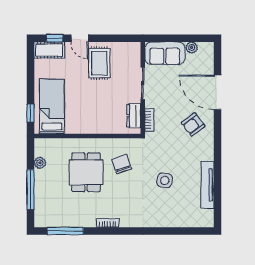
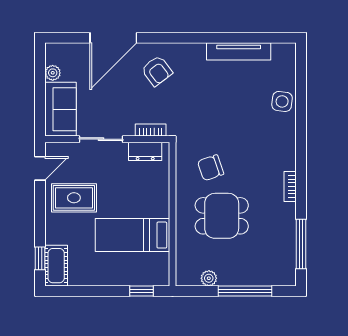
door: (80, 38) -> (40, 168), moved
bed: (52, 106) -> (133, 235), moved
side table: (165, 180) -> (282, 101), moved

